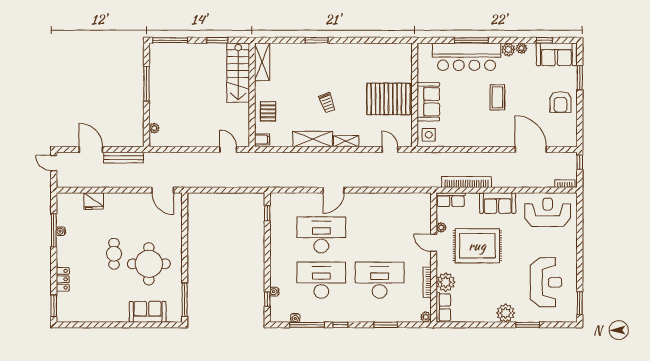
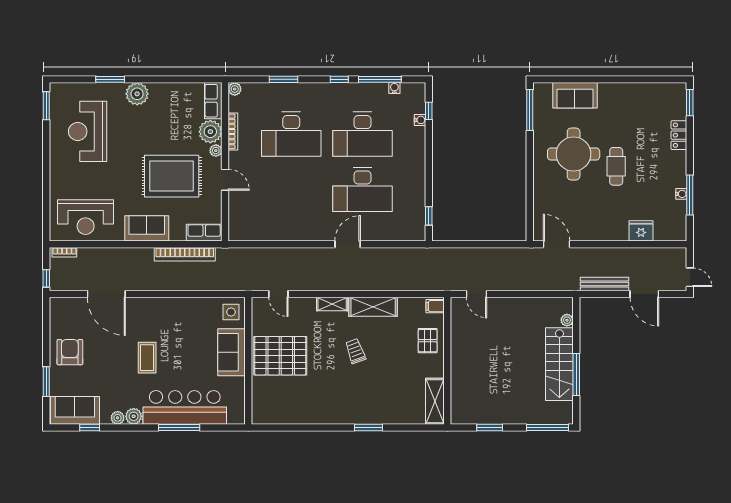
stairs: (238, 73) -> (559, 364), moved, turned 180
plant: (441, 227) -> (216, 151), moved

